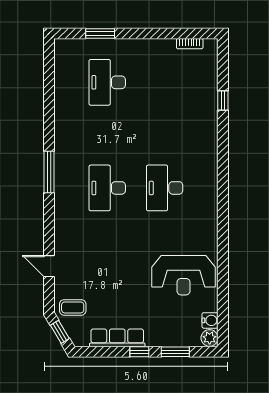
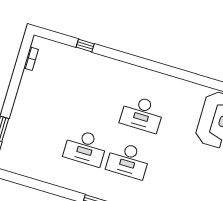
desk: (107, 82) -> (85, 148), moved

